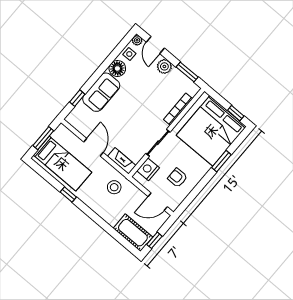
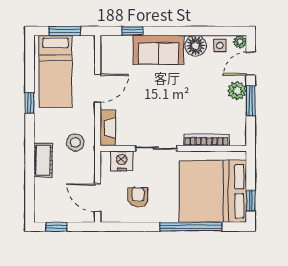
window: (187, 72) -> (251, 101), moved
window: (221, 161) -> (191, 227), width x2.11
cot: (133, 233) -> (43, 160), moved, width x0.73, depth x0.75

